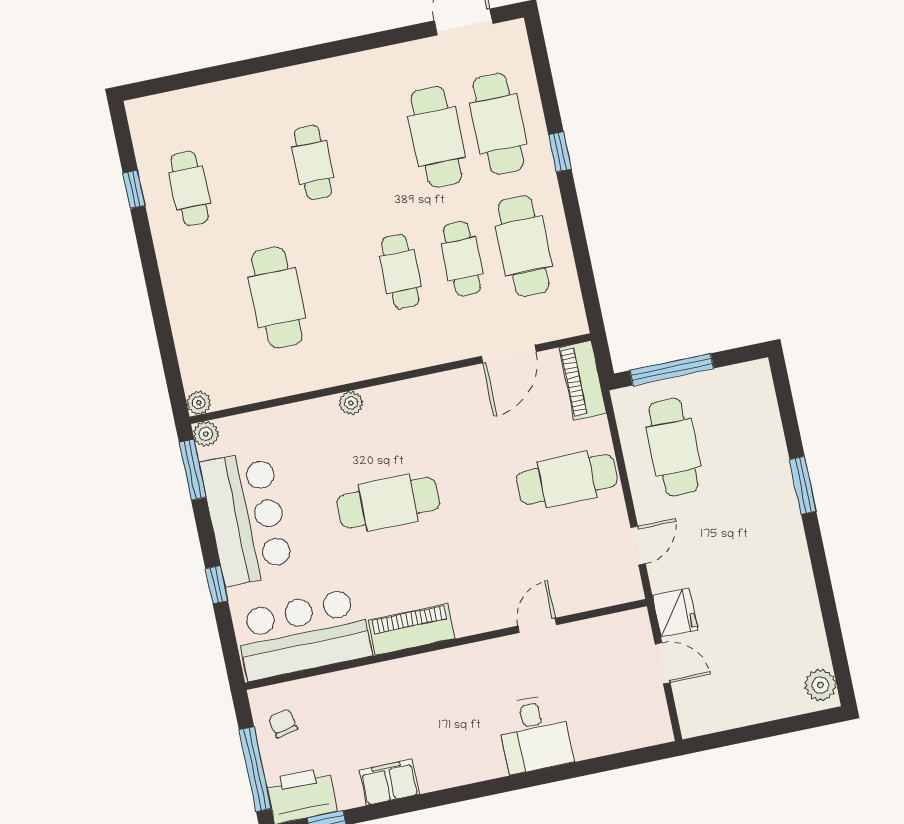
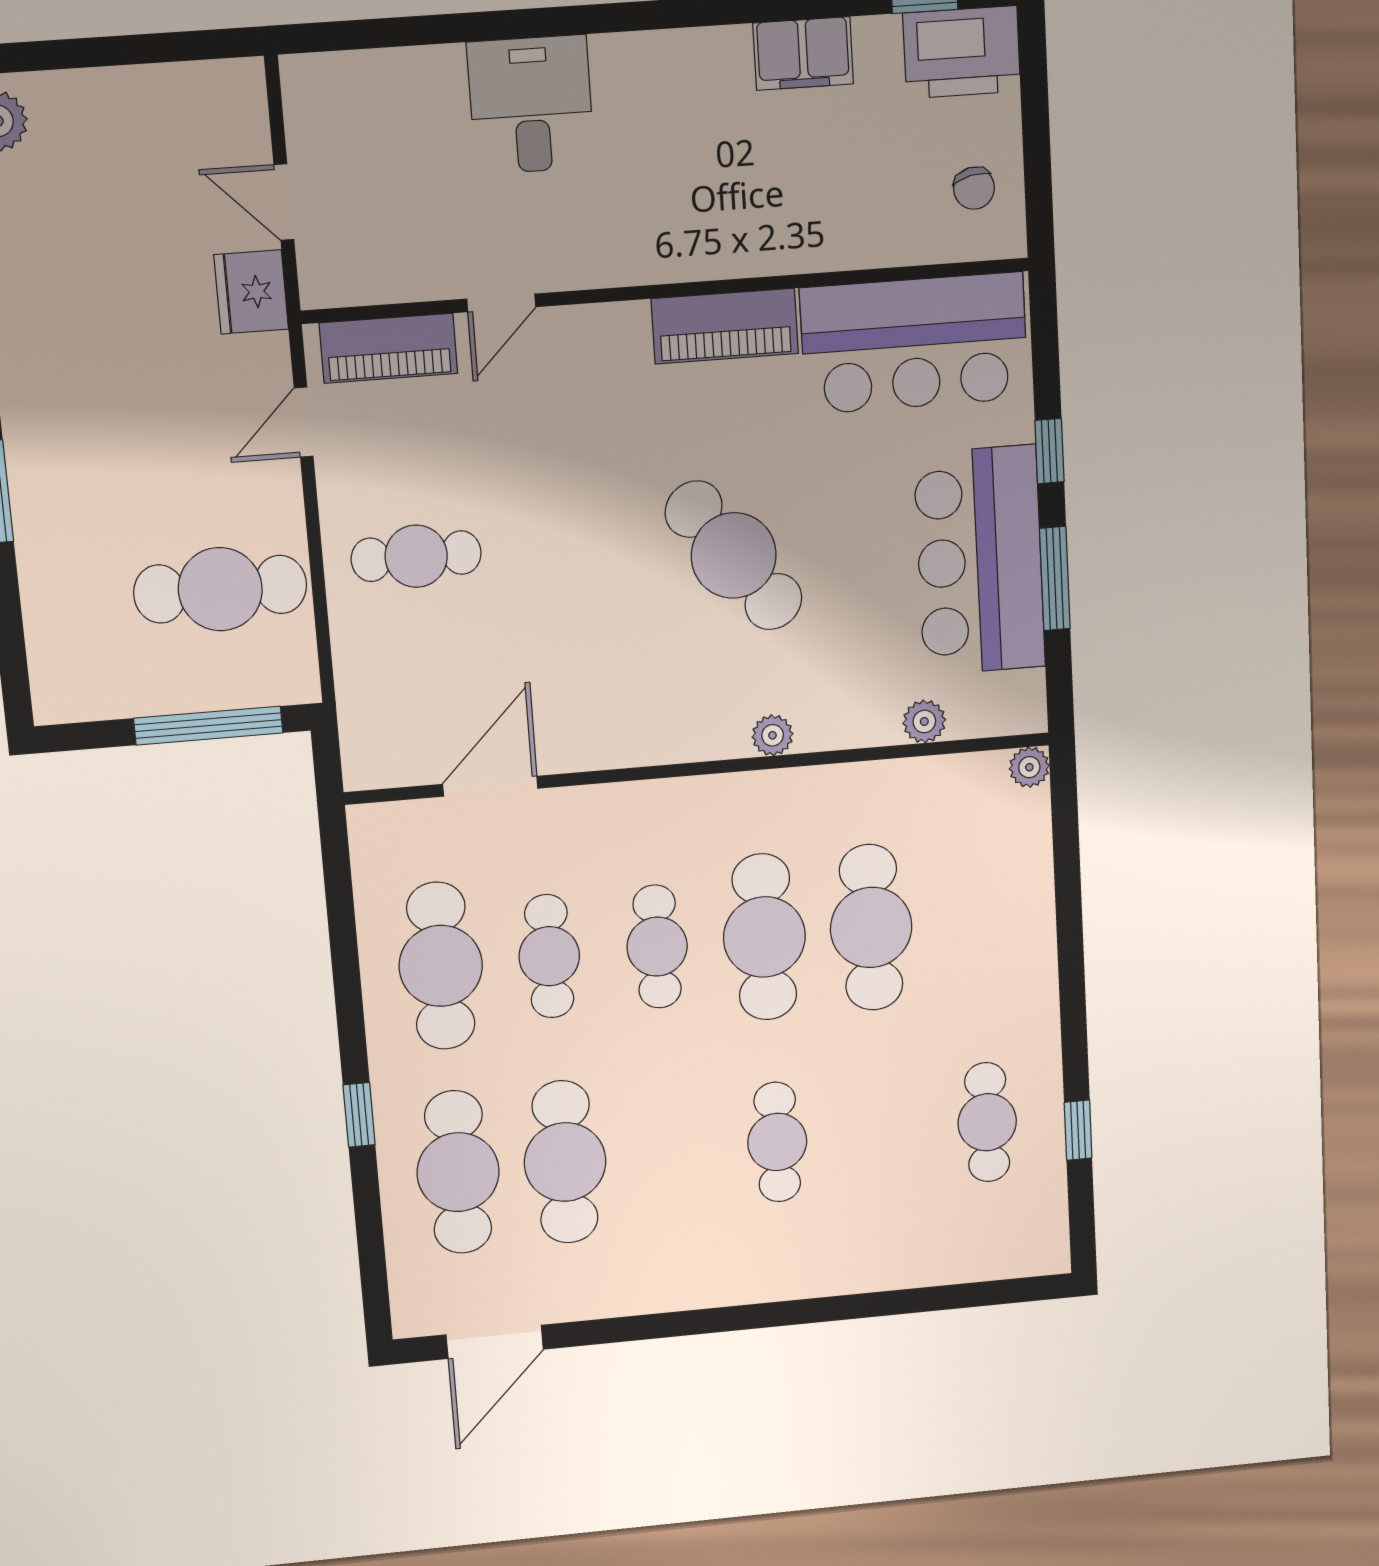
cafe table: (339, 285) -> (764, 937), added
piano: (583, 380) -> (389, 348), moved, turned 90
plant: (206, 434) -> (924, 721), moved
cafe table: (674, 447) -> (220, 589), turned 90
window: (193, 470) -> (1055, 578), moved
cafe table: (567, 479) -> (416, 556), width x0.73, depth x0.74
cafe table: (388, 503) -> (734, 555), turned 53
window: (255, 769) -> (1035, 112), removed

